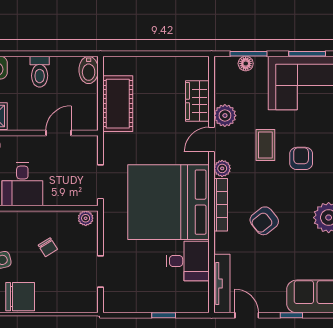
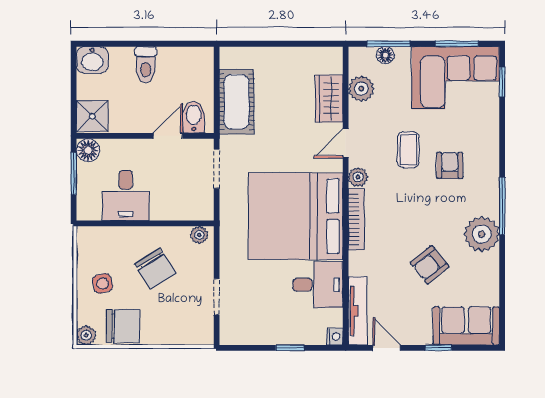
bidet: (89, 70) -> (194, 117), moved, turned 180
plant: (225, 116) -> (361, 89), moved
doorway: (101, 182) -> (217, 169), moved
armchair: (264, 221) -> (430, 265), moved
chair: (48, 247) -> (155, 269), width x1.87, depth x1.87
nightstand: (202, 306) -> (335, 337), added

